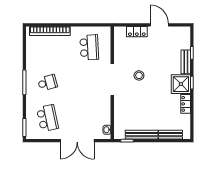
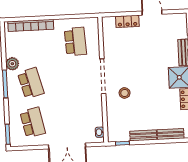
plant: (32, 64) -> (12, 64), added
stool: (139, 75) -> (125, 93), moved
school desk: (47, 83) -> (31, 83), width x1.85
bench: (142, 135) -> (143, 135), width x0.73

